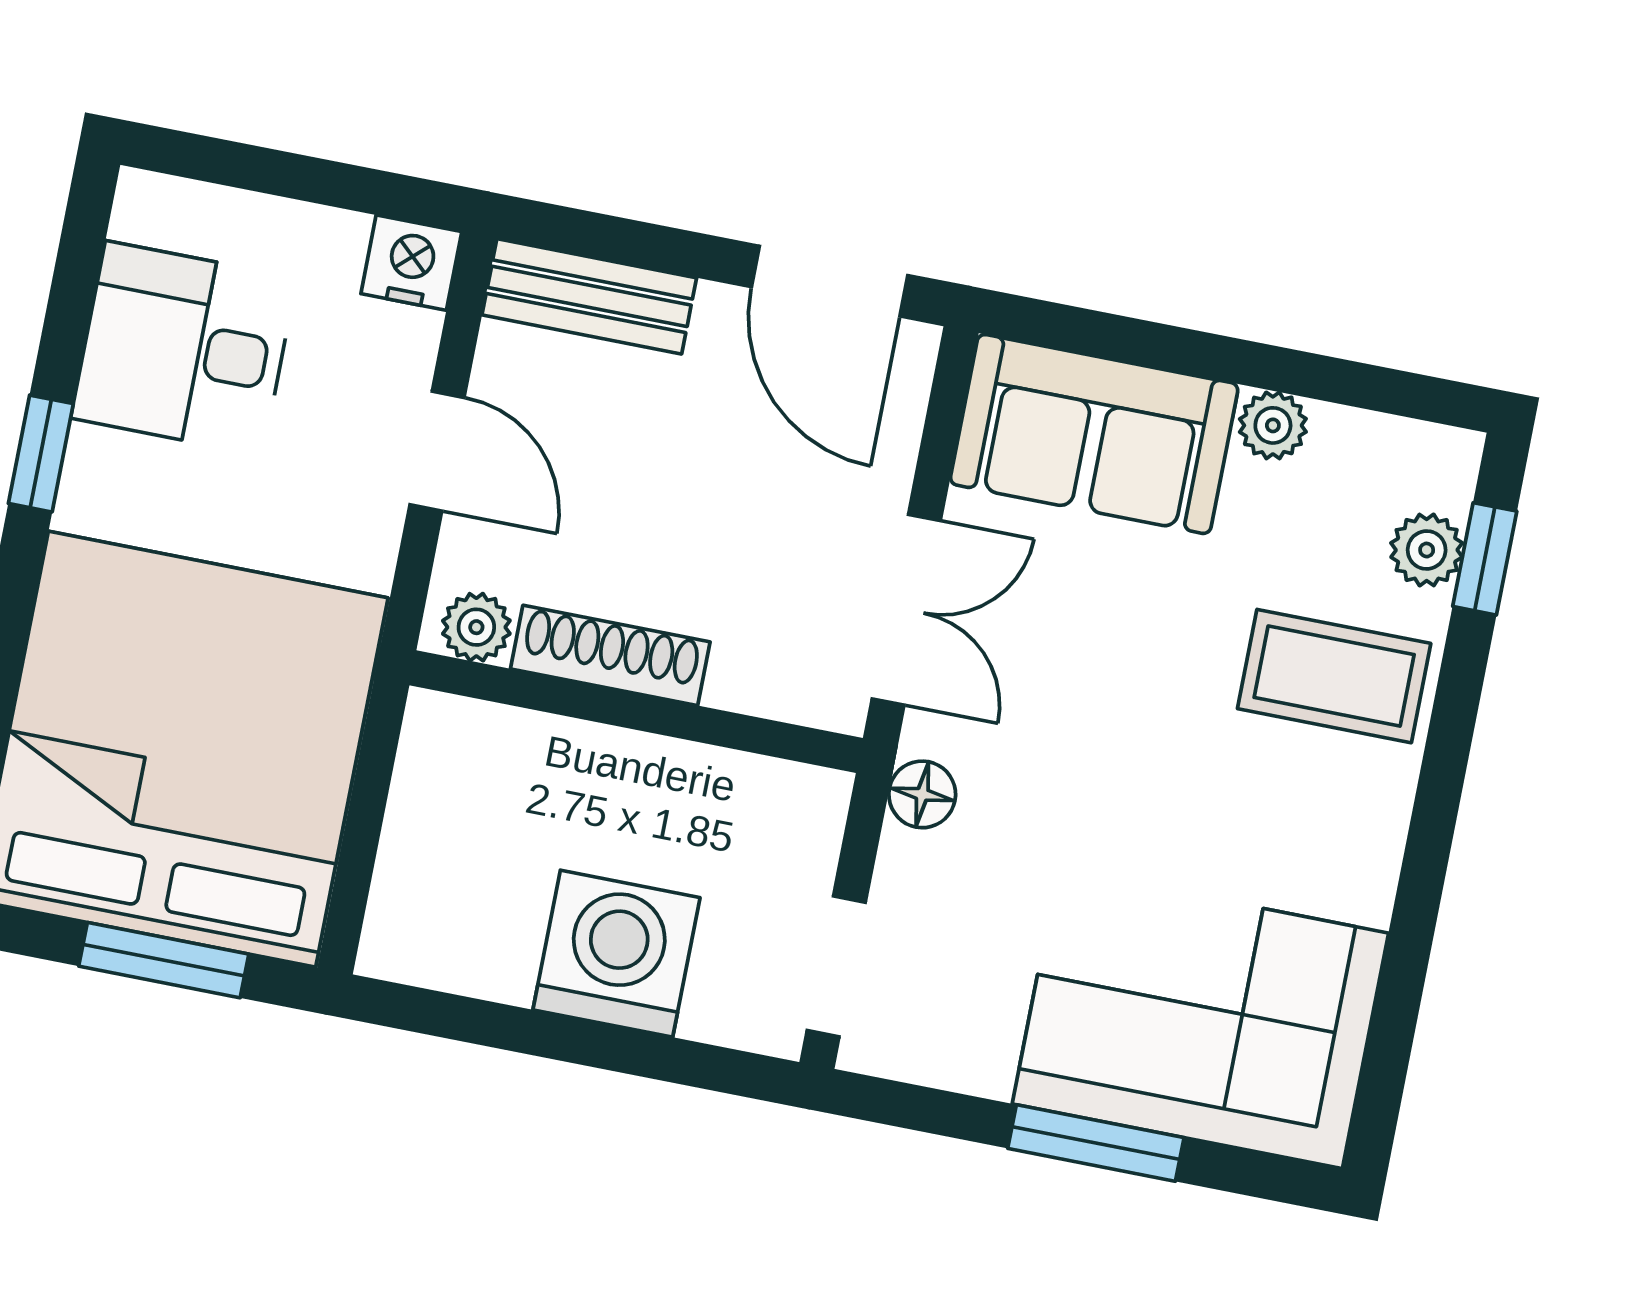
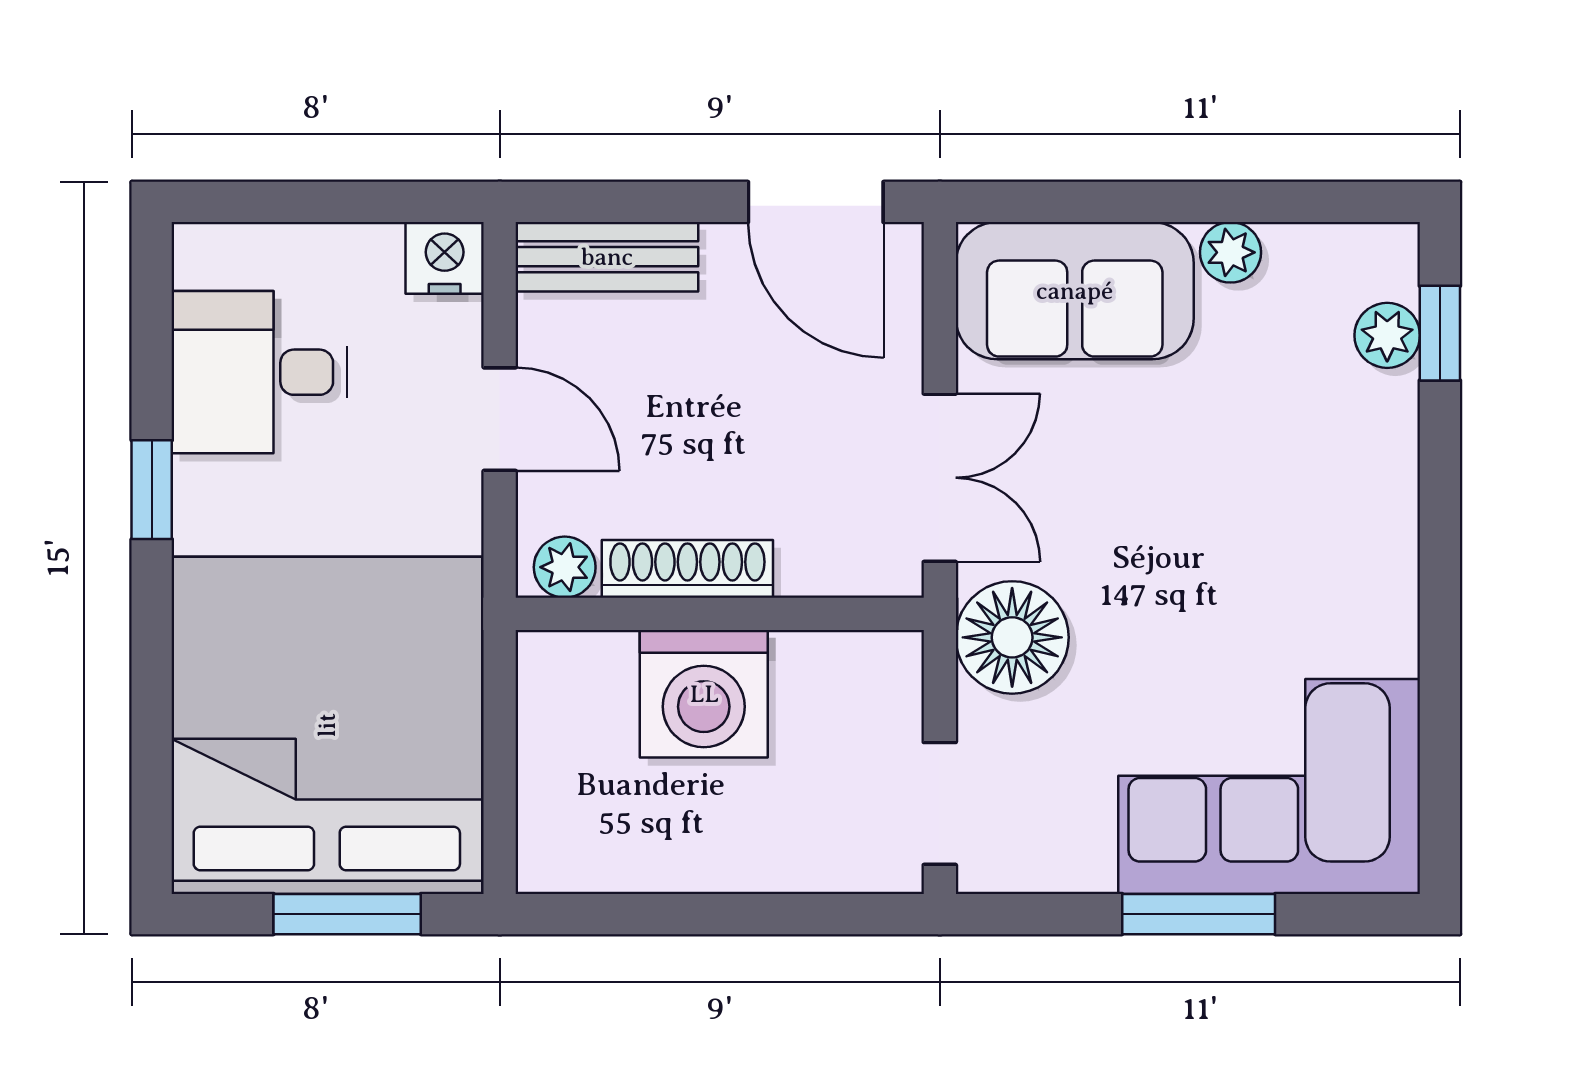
coffee table: (1334, 676) -> (1328, 462), removed
floor lamp: (922, 794) -> (1012, 637), width x1.89, depth x1.89
washing machine: (617, 954) -> (704, 694), moved, turned 180

